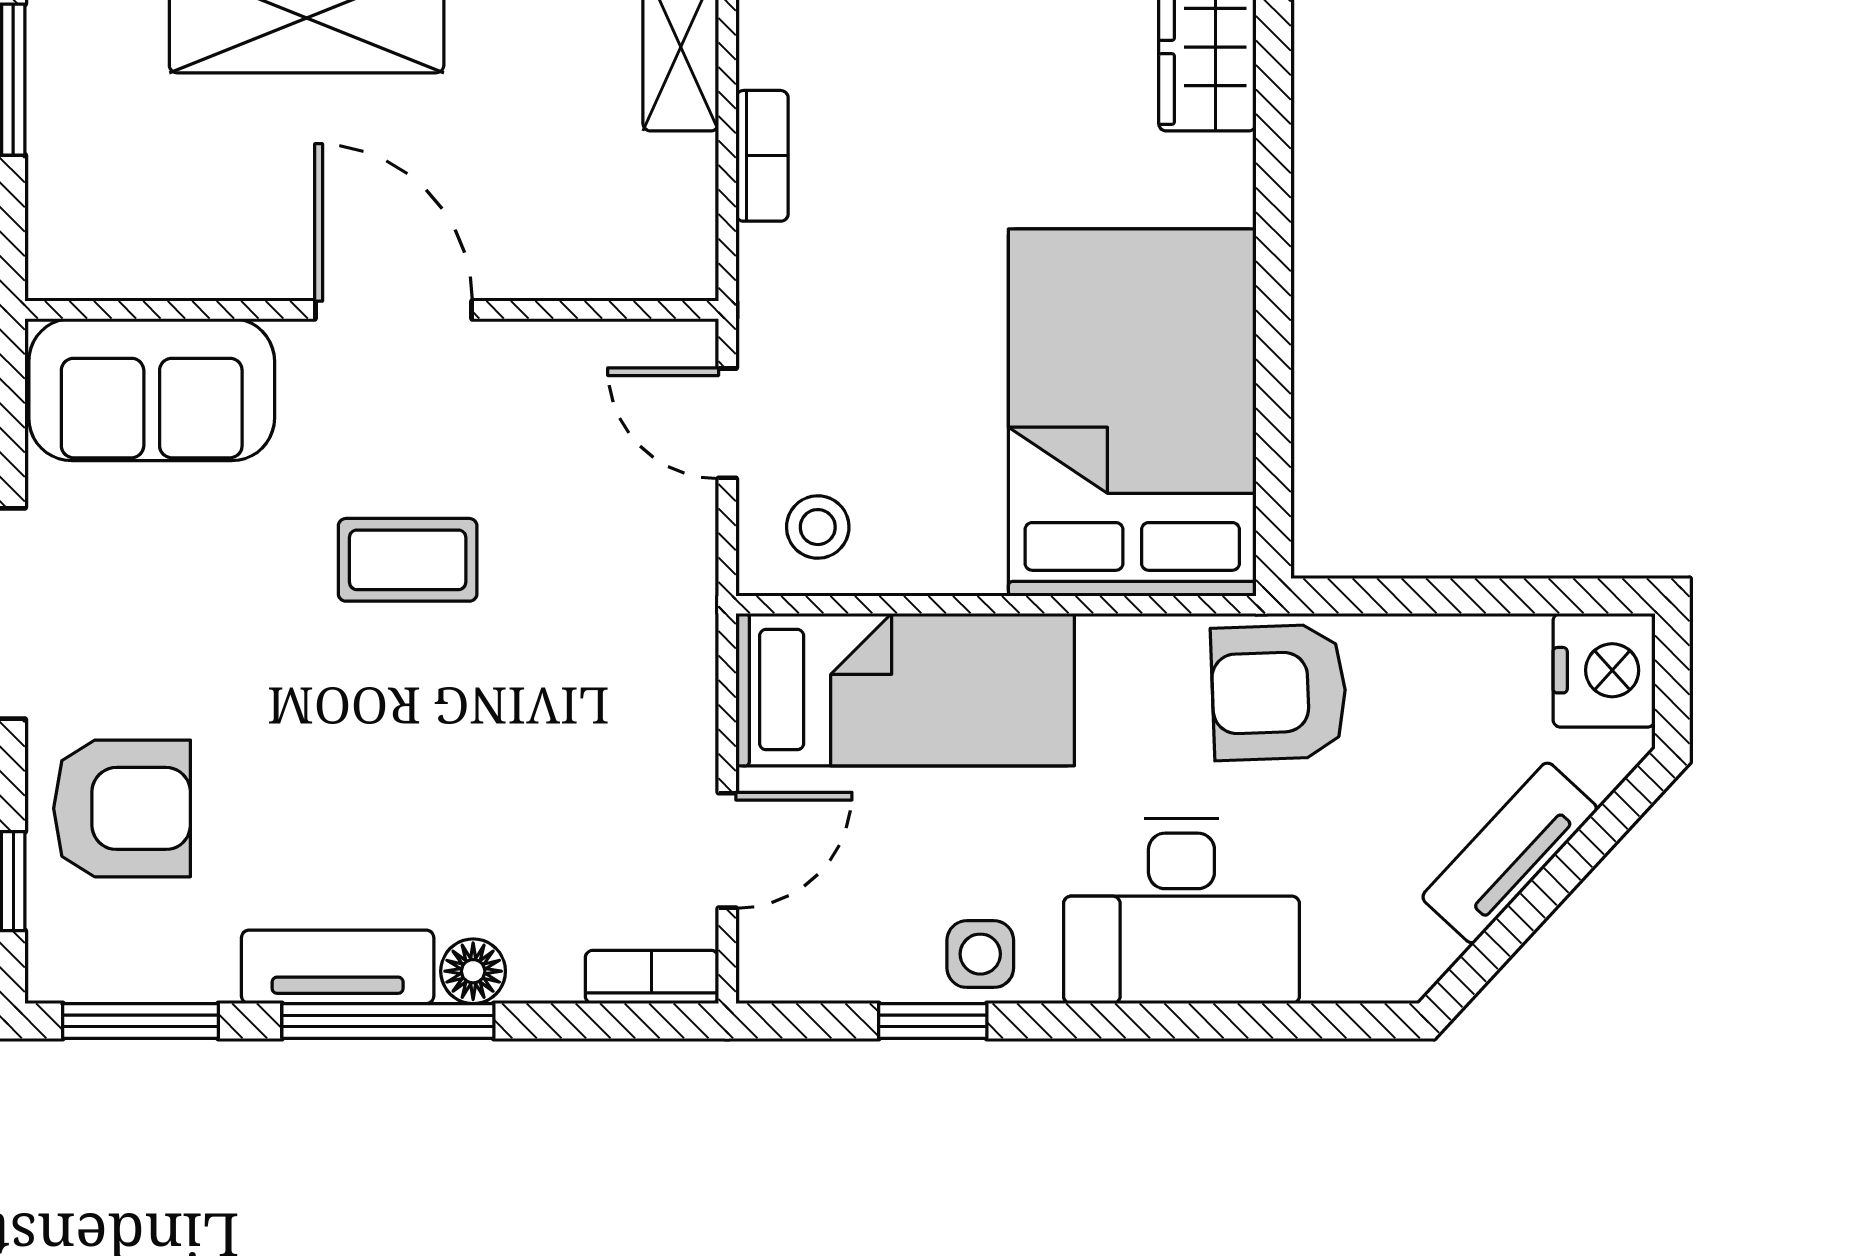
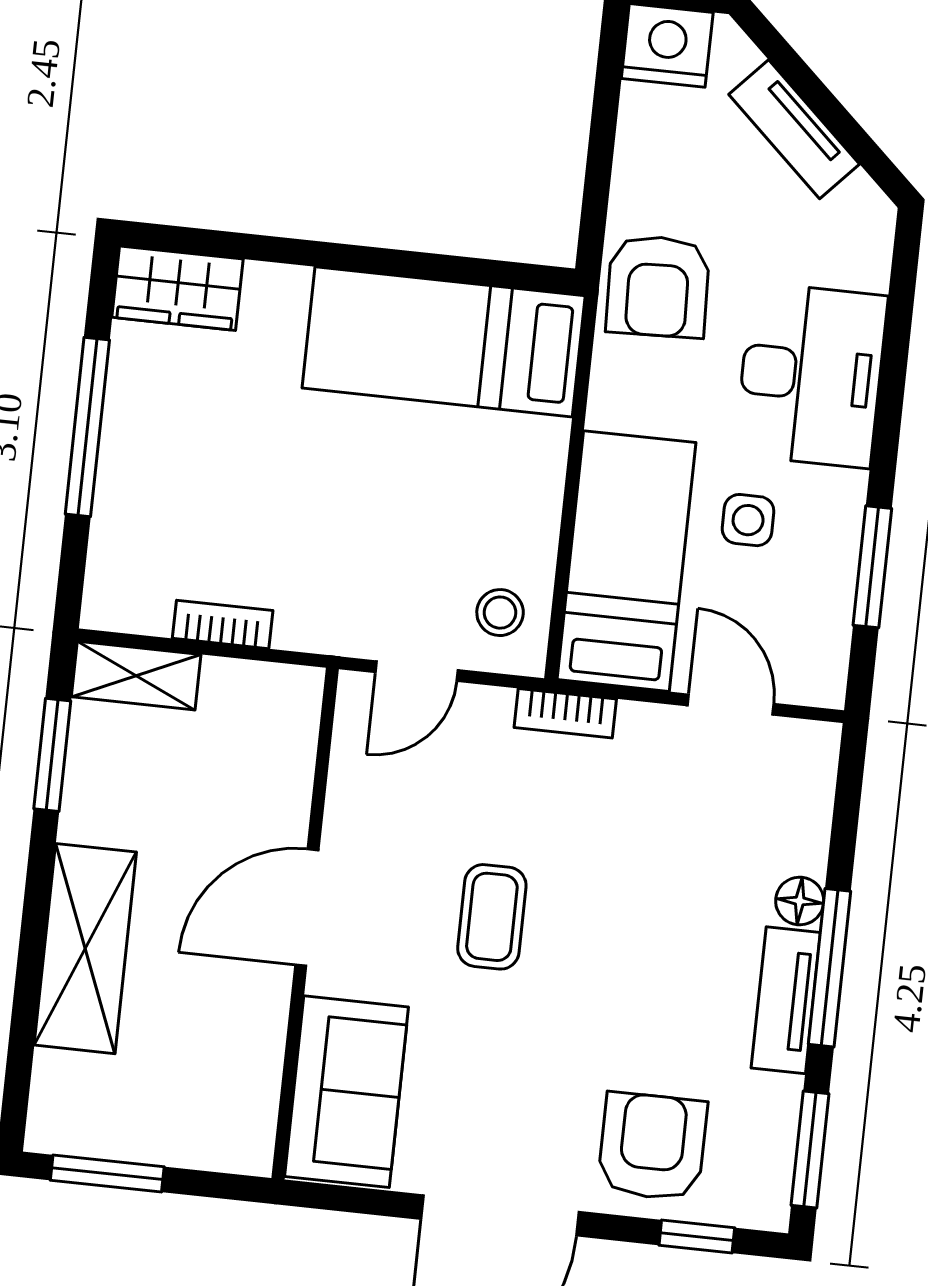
bed: (1132, 412) -> (444, 342), width x0.67
side table: (980, 954) -> (748, 520), moved
bookcase: (652, 977) -> (565, 713), moved, turned -90
window: (933, 1021) -> (872, 567), width x1.50

